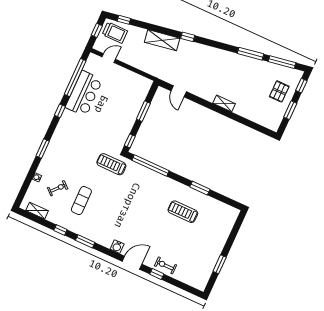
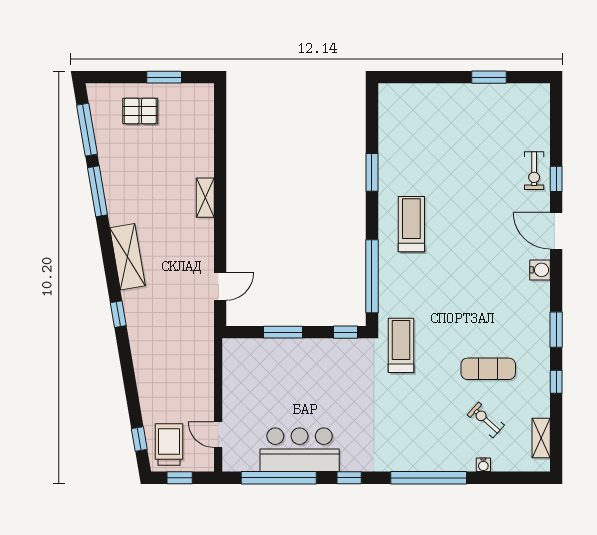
shelving: (162, 40) -> (128, 257), moved
window: (301, 86) -> (112, 77), removed
window: (43, 149) -> (429, 478), width x2.11
treadmill: (111, 164) -> (401, 345), turned 180
treadmill: (183, 212) -> (411, 224), moved, turned 180

